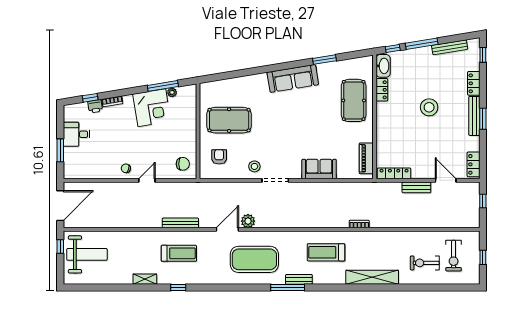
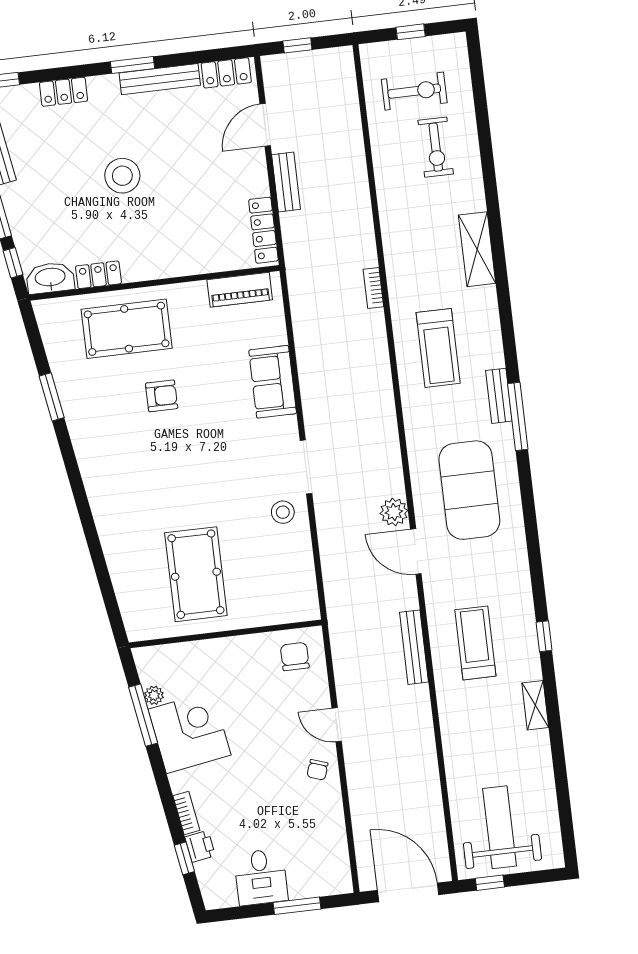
sofa: (293, 78) -> (97, 456), removed
bench: (474, 116) -> (160, 79), moved
armchair: (219, 157) -> (162, 396), moved, turned 180
shelving: (372, 277) -> (477, 249), width x0.68

